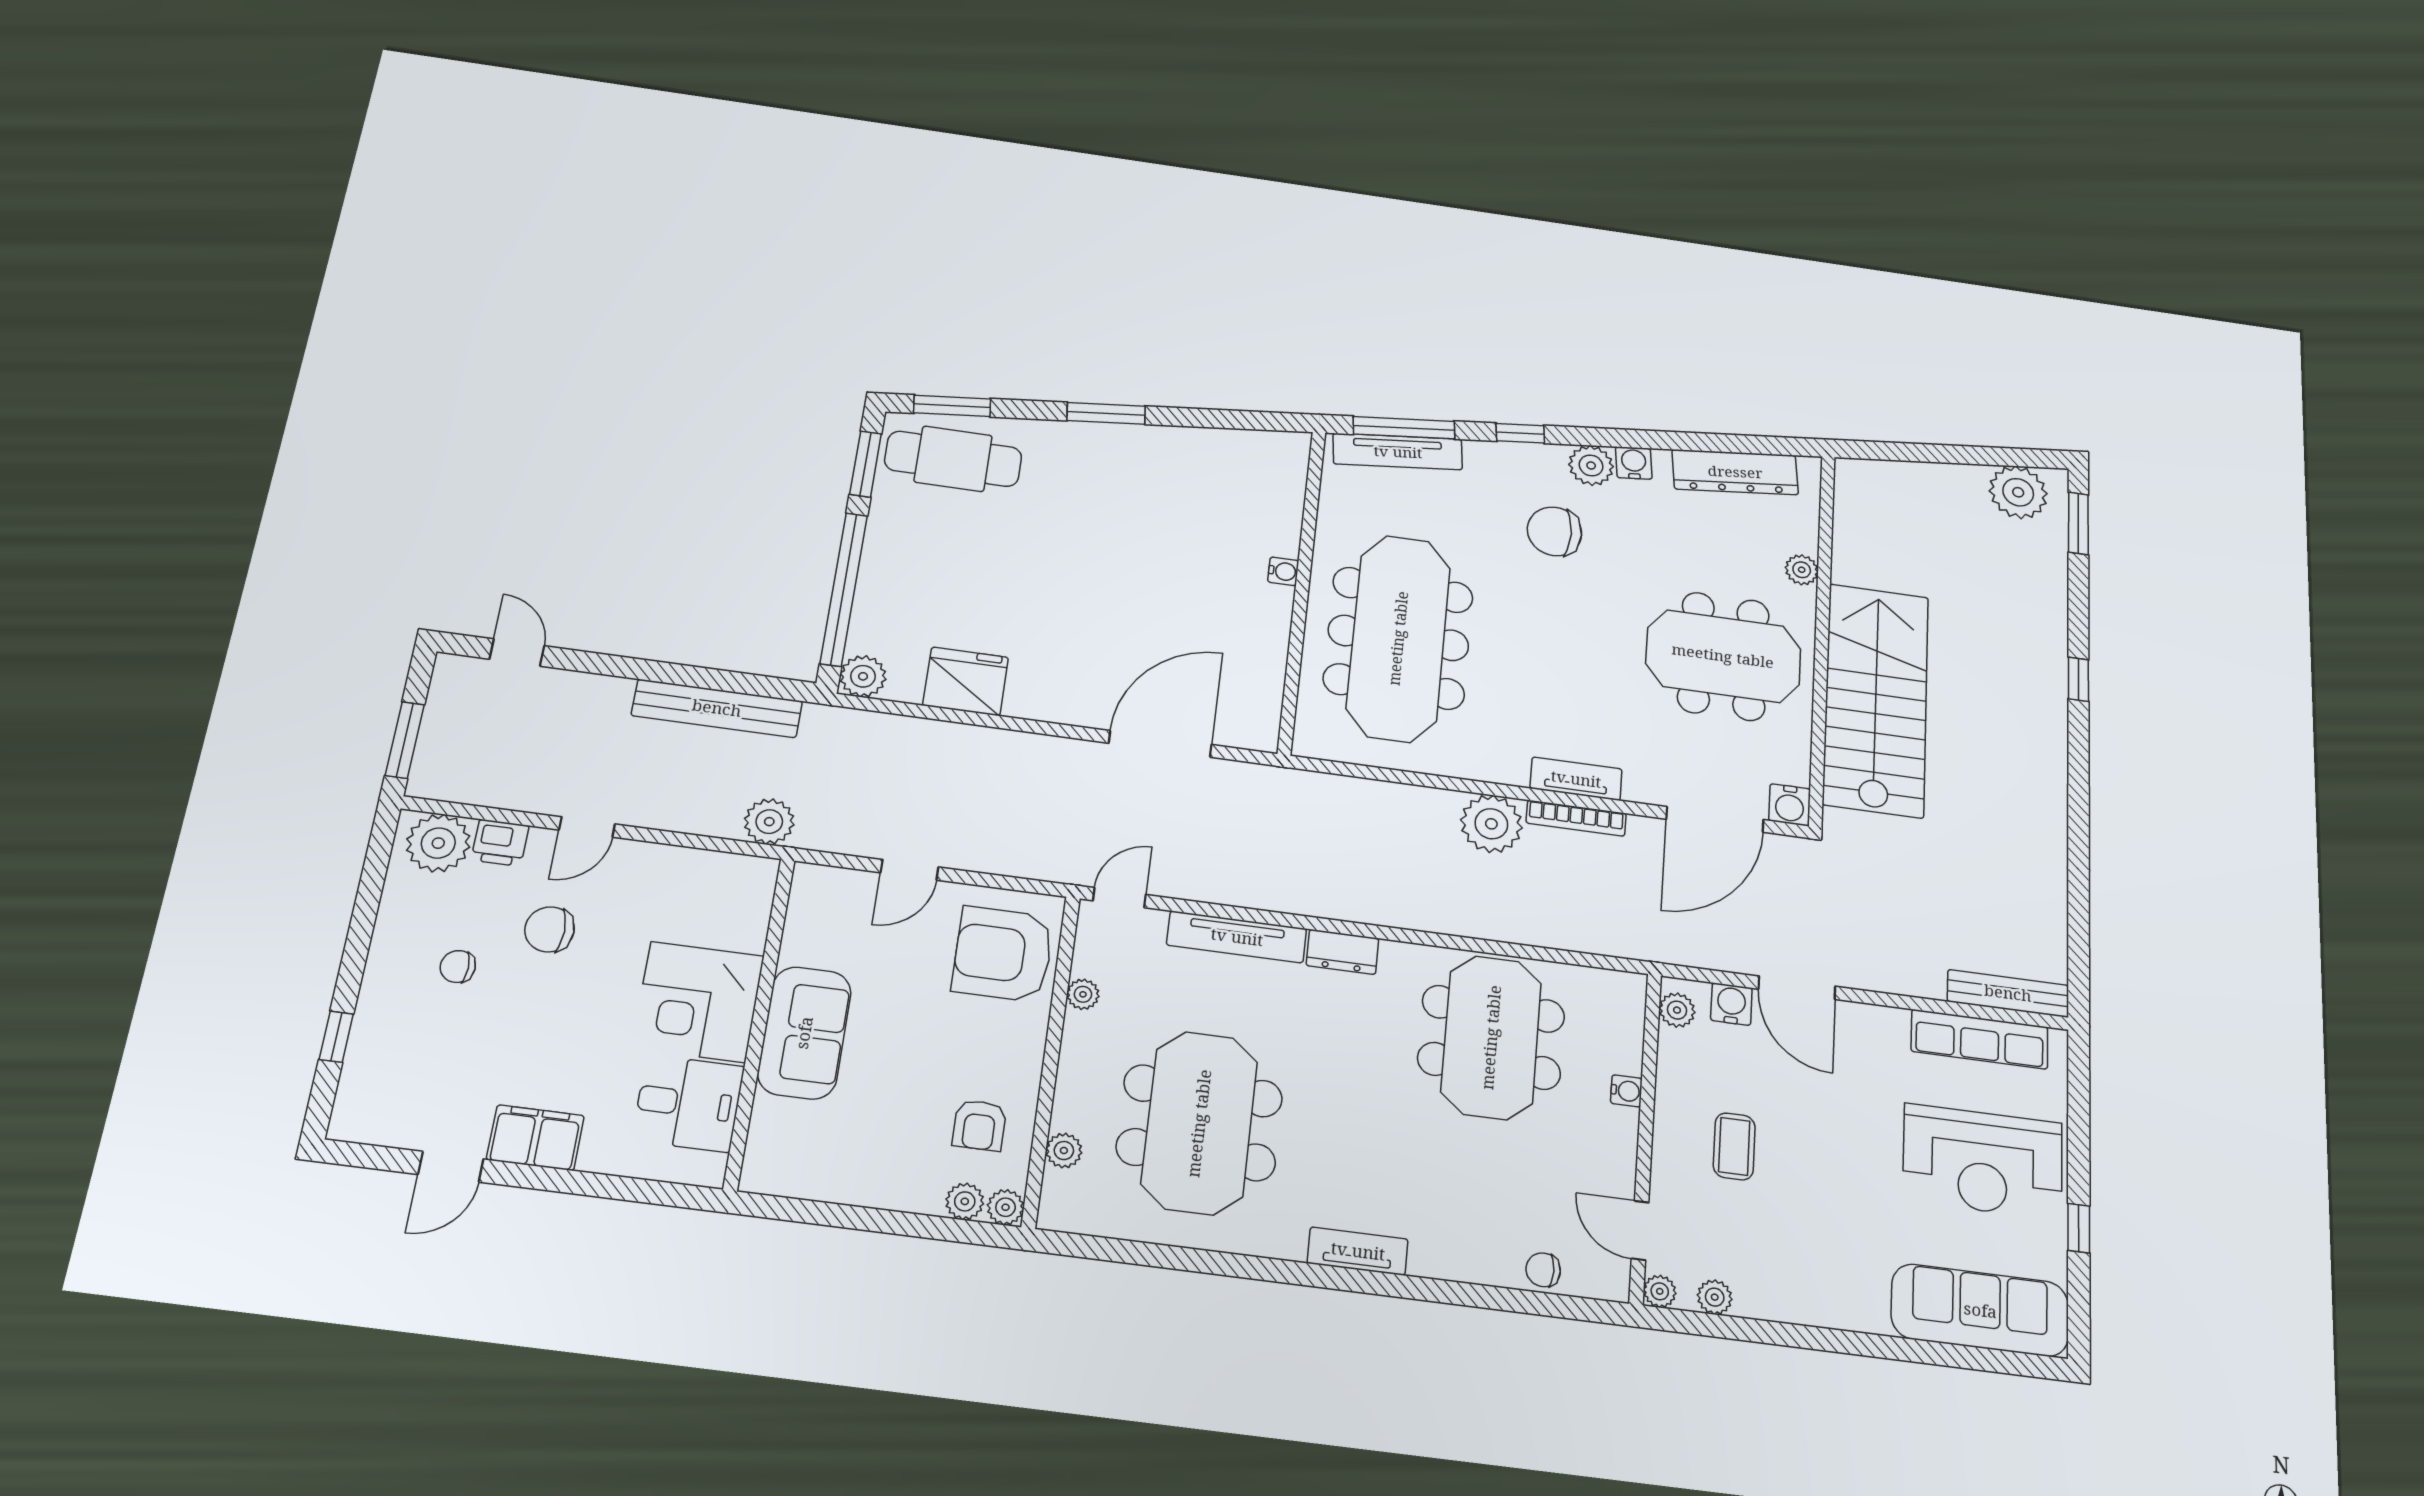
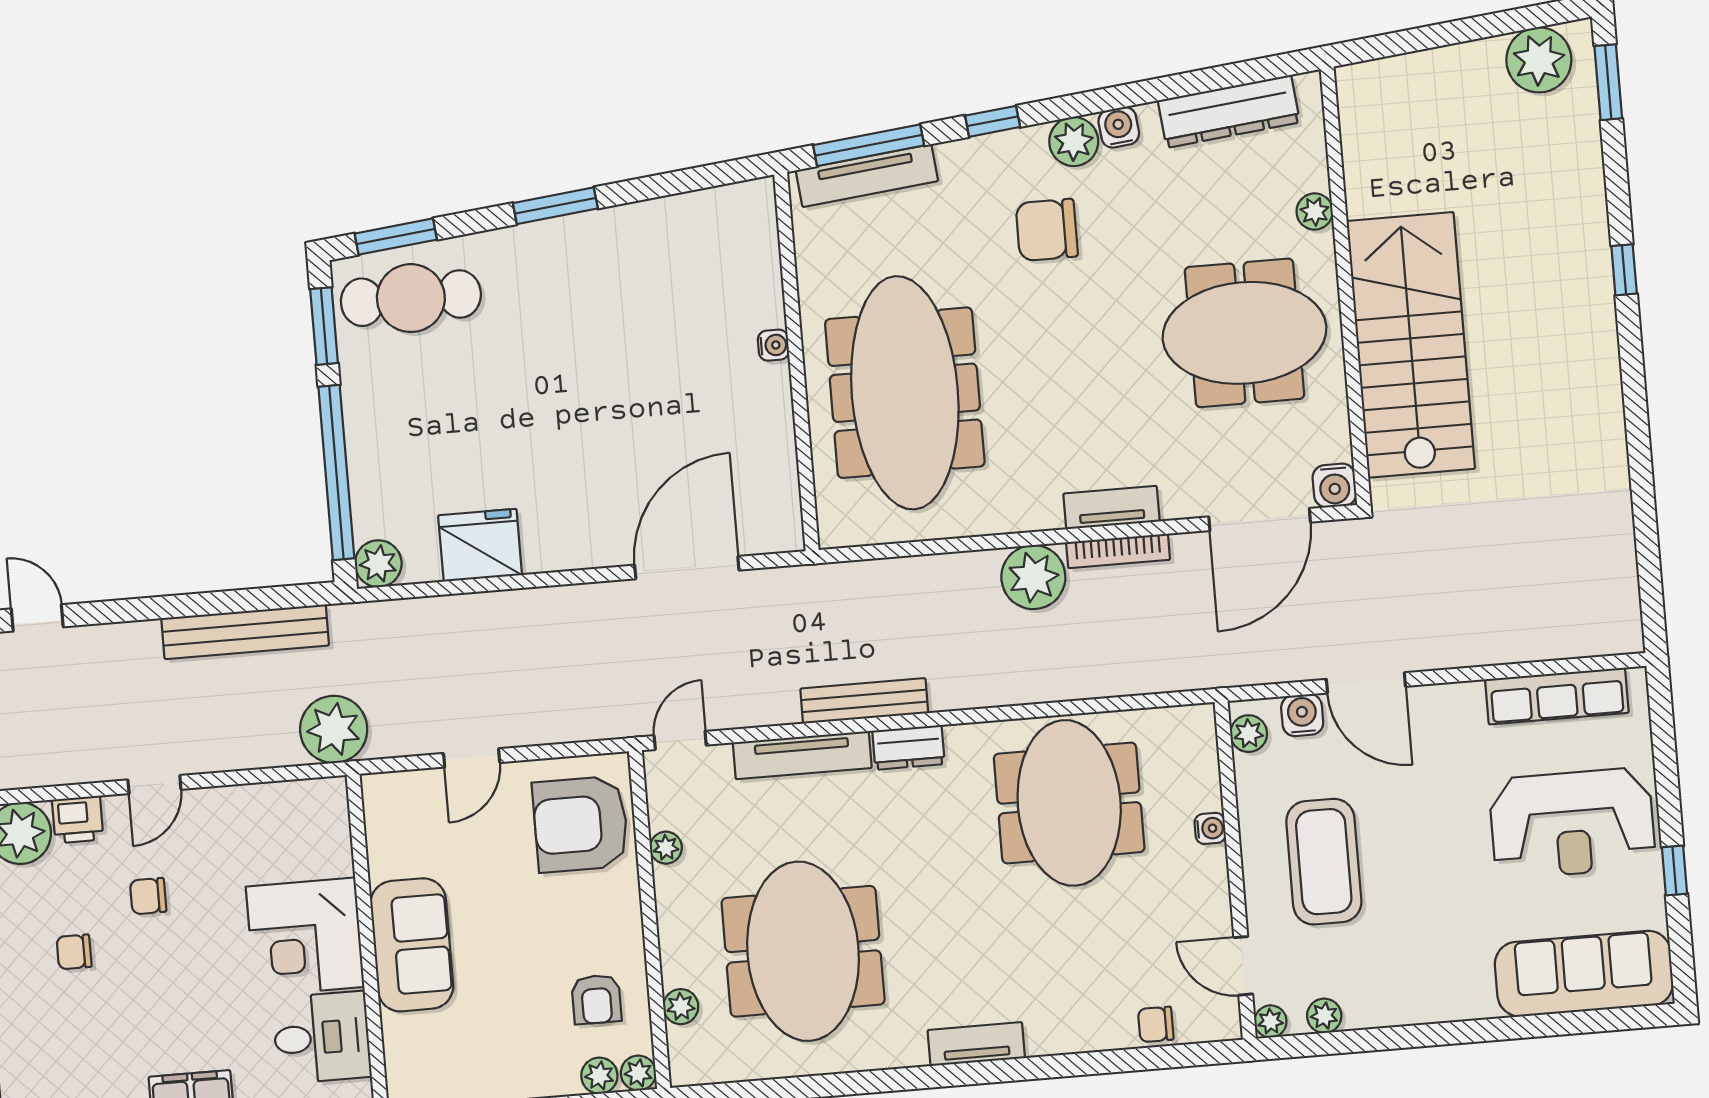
plant: (769, 822) -> (334, 729), width x1.36, depth x1.36
chair: (549, 929) -> (148, 896), width x0.73, depth x0.73
bench: (2008, 993) -> (864, 701), moved
coffee table: (1734, 1146) -> (1324, 862), width x1.86, depth x1.72

